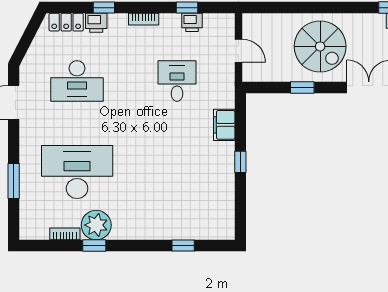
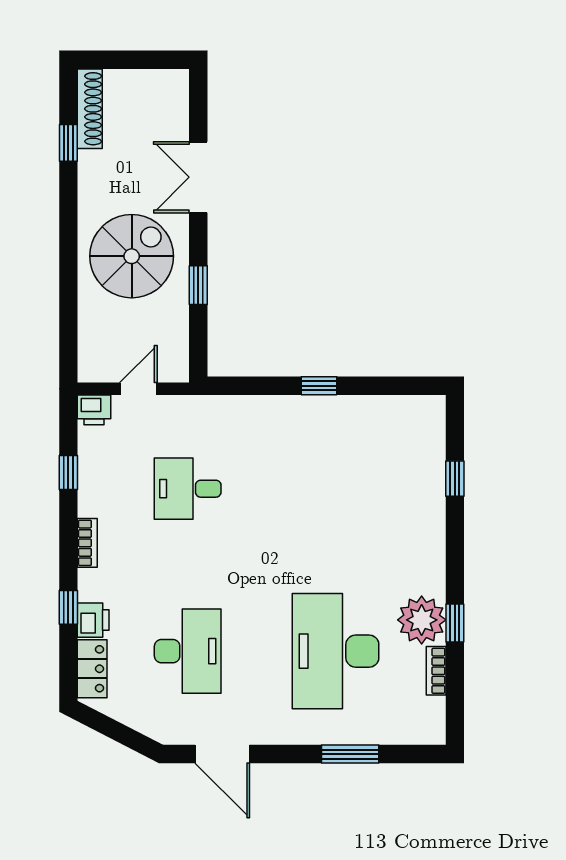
printer: (192, 22) -> (94, 410), moved, turned 90
filing cabinet: (224, 125) -> (259, 412), removed

